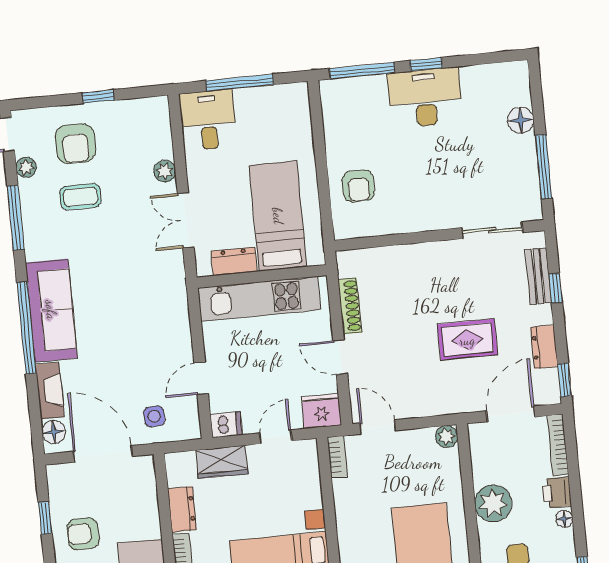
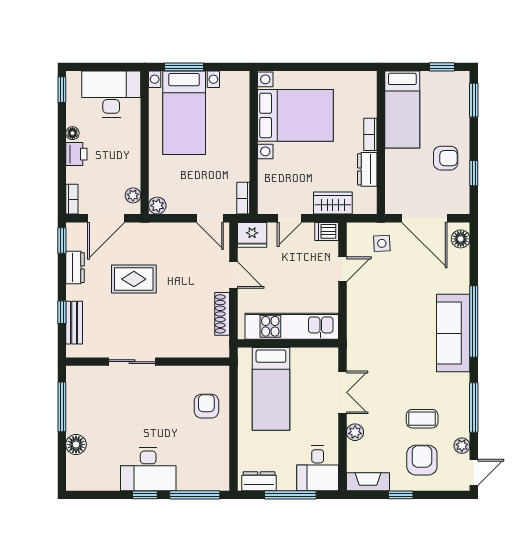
sliding door: (492, 230) -> (132, 362), moved
dresser: (234, 261) -> (259, 481), moved, turned 180
fireplace: (50, 391) -> (368, 482), moved, turned 90
bookcase: (558, 445) -> (72, 199), width x0.64
plant: (493, 503) -> (133, 195), moved, width x0.53, depth x0.53

